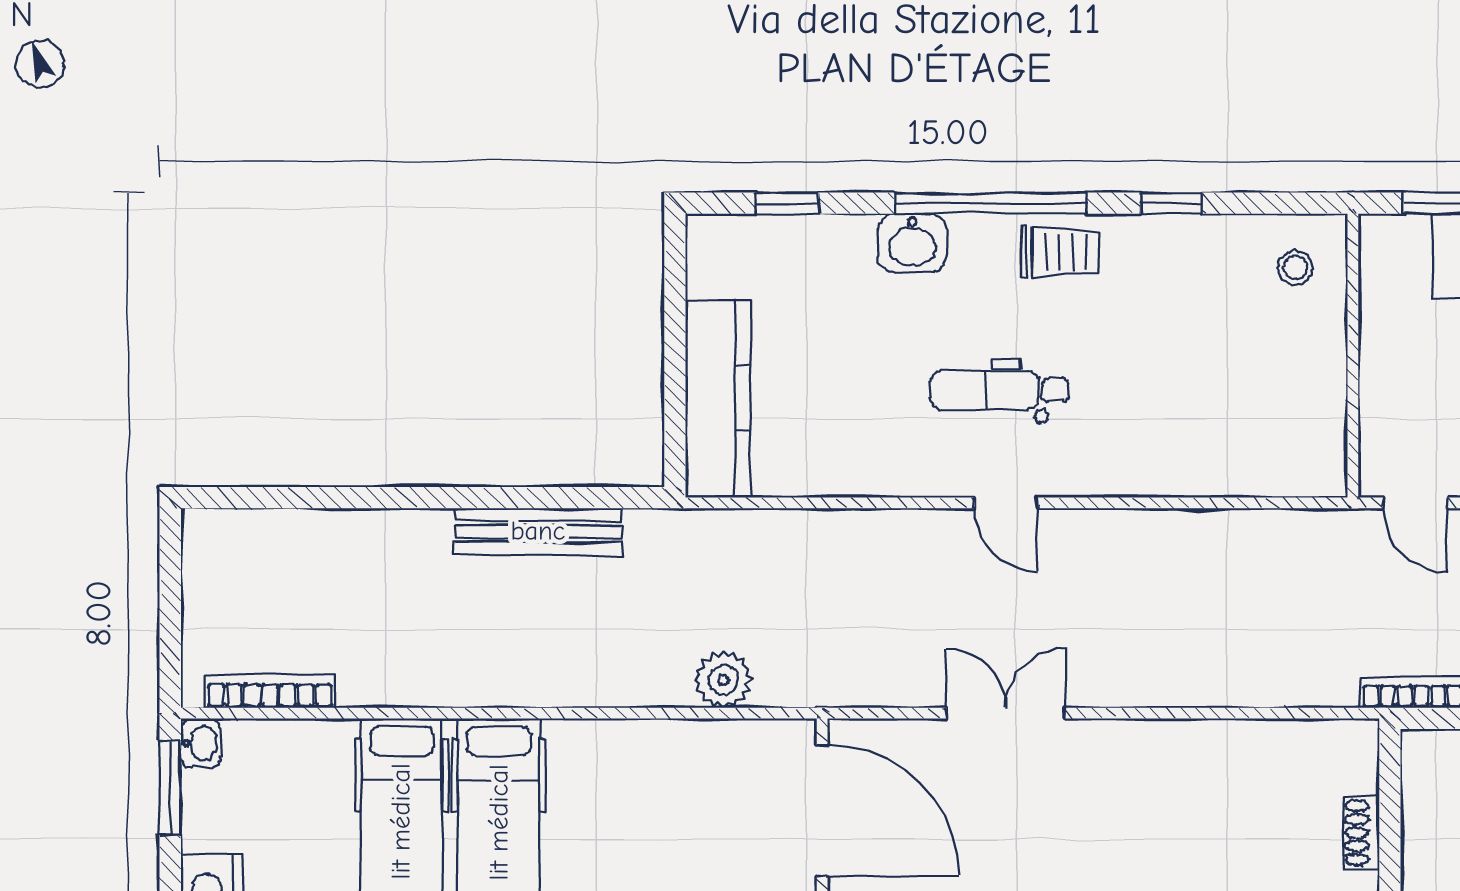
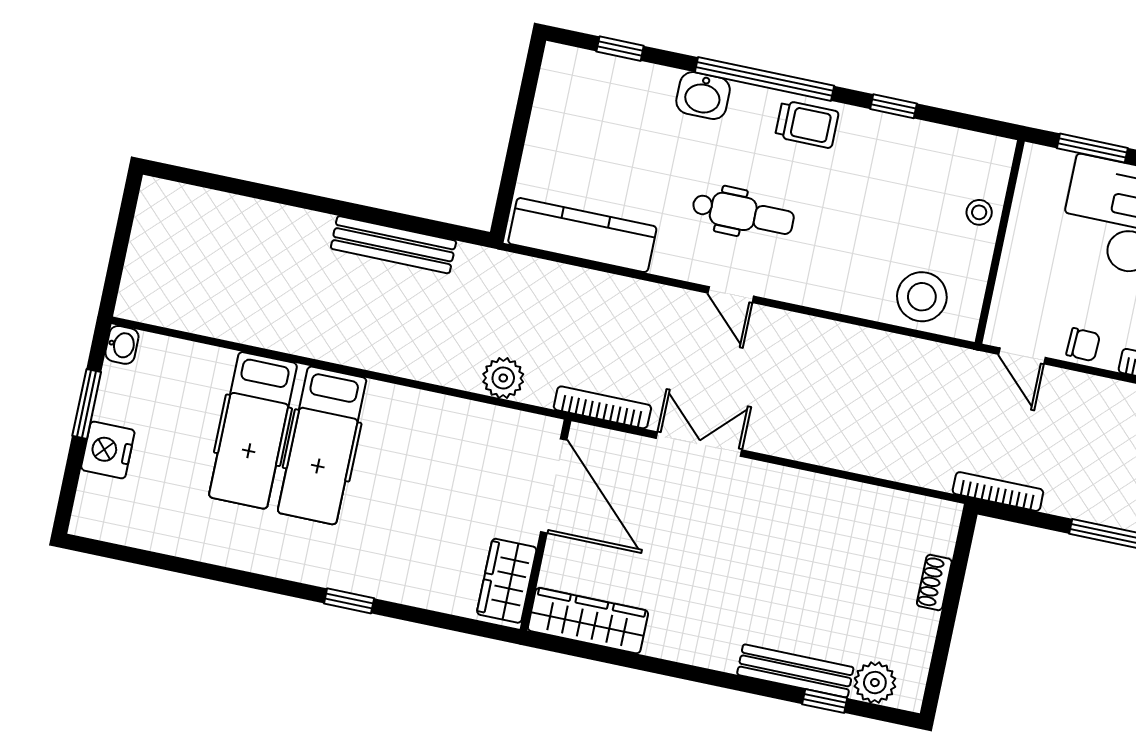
stool: (1295, 267) -> (979, 212), moved
dental chair: (1000, 390) -> (743, 213), turned 180
kitchen counter: (718, 398) -> (582, 235), moved, turned -90
stool: (1264, 452) -> (922, 297), added
bookcase: (270, 691) -> (602, 407), moved
window: (170, 788) -> (87, 404), moved

